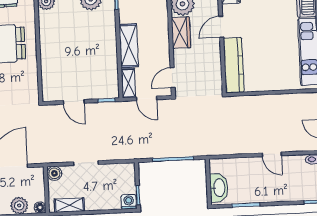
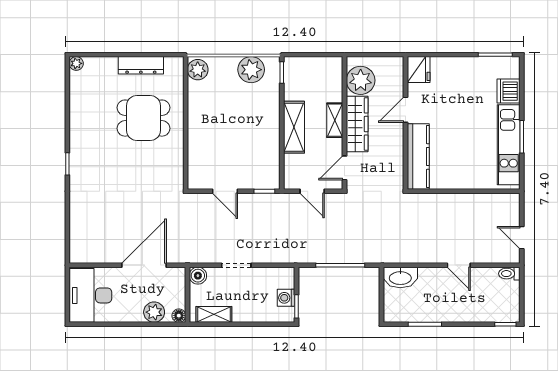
wardrobe: (181, 33) -> (357, 124), width x1.50
shelving: (128, 83) -> (335, 120), moved
washbasin: (219, 188) -> (400, 277), moved, turned 90
washing machine: (129, 202) -> (286, 298), moved, turned -90

